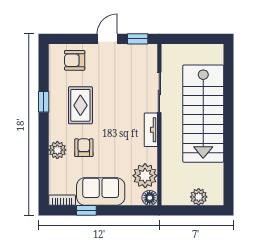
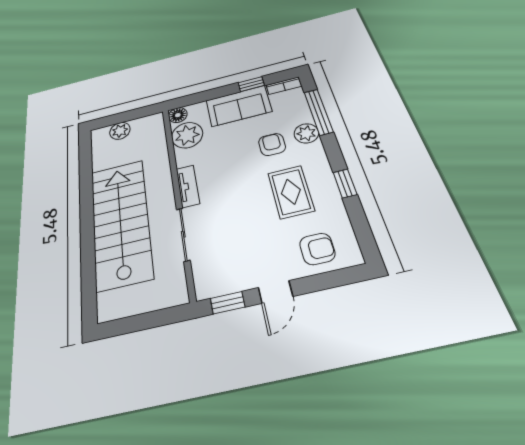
armchair: (84, 148) -> (272, 144), turned 180
window: (44, 167) -> (318, 112), added

